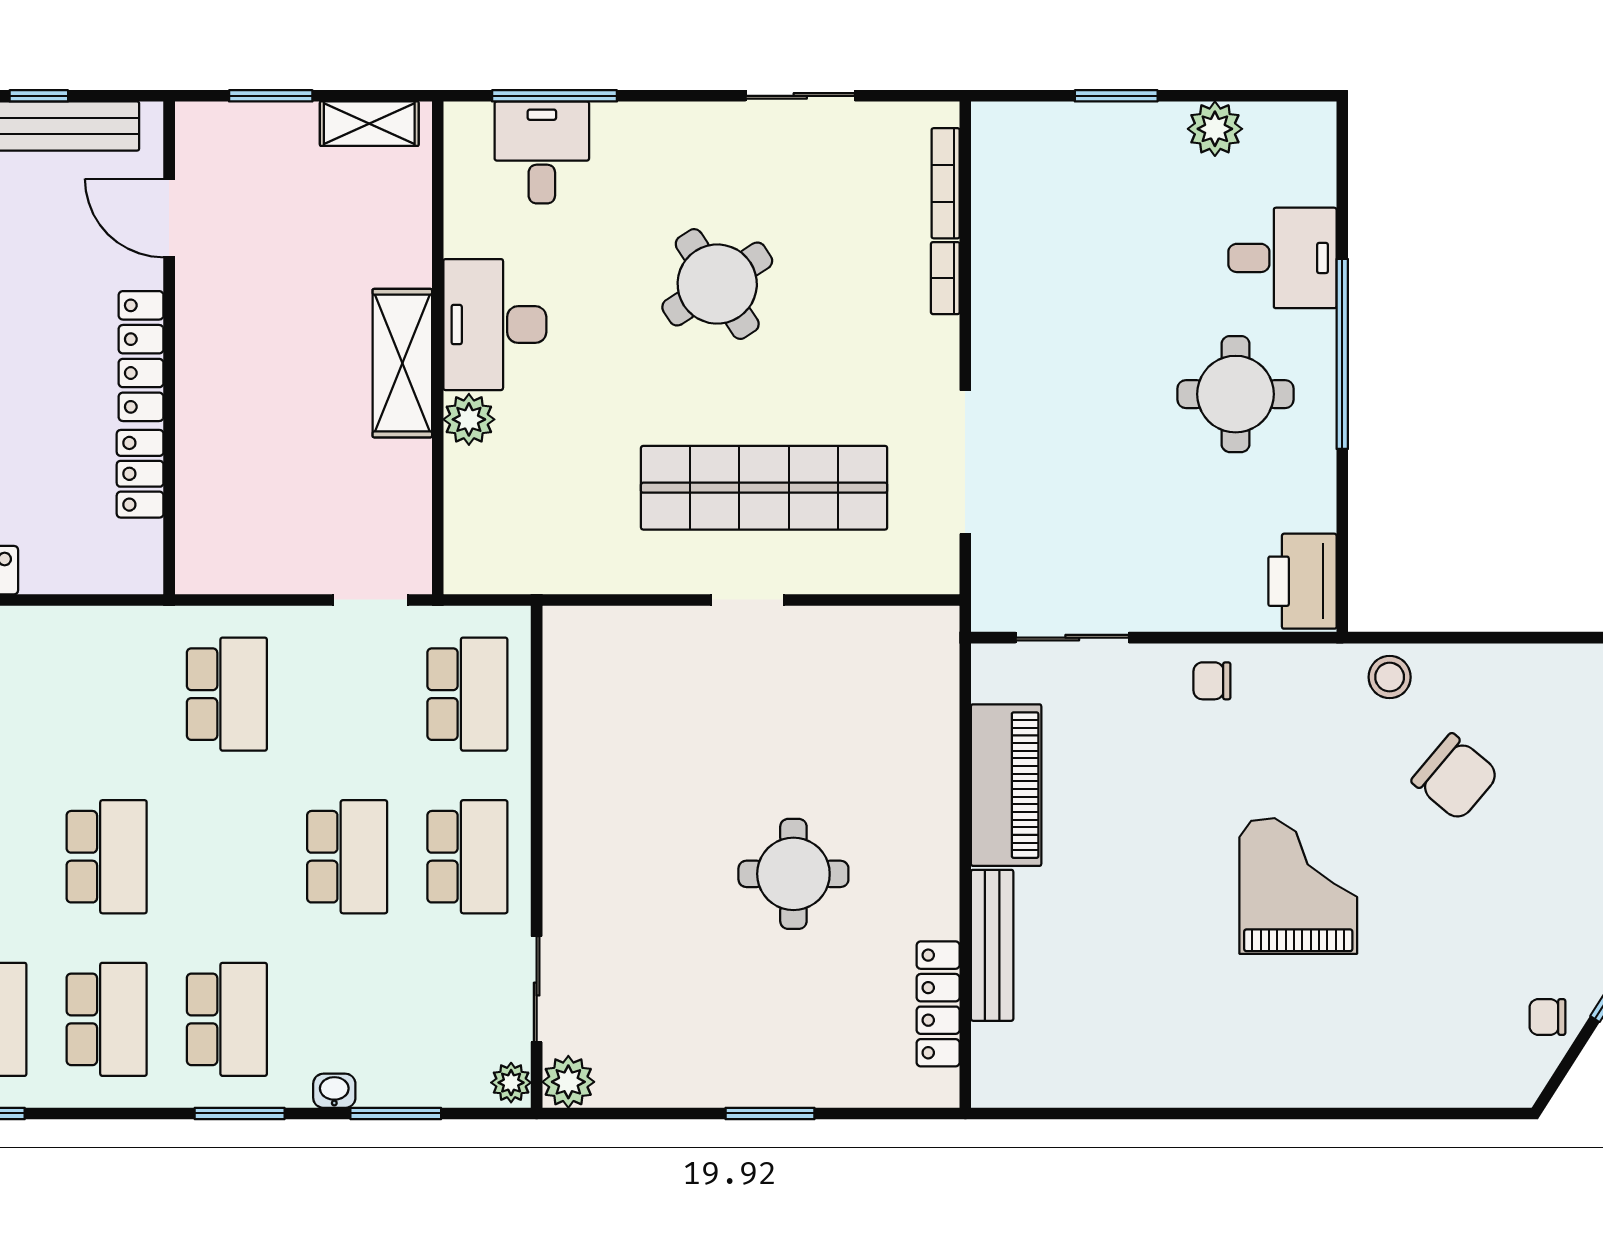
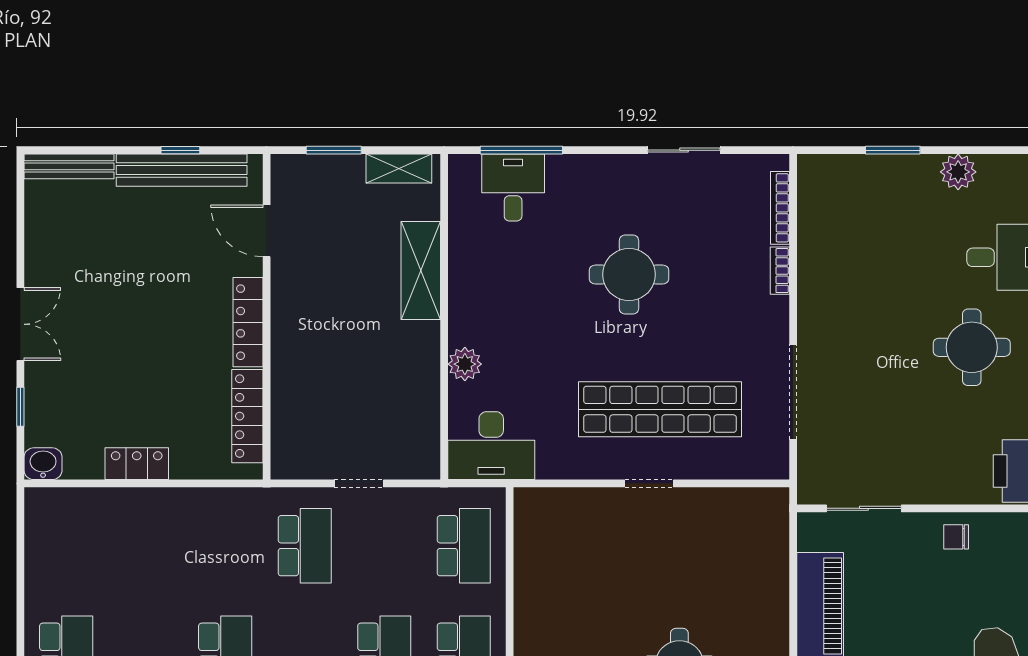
round table: (717, 284) -> (629, 275), turned 33
desk: (495, 325) -> (491, 446), moved, turned -90
shelving: (402, 363) -> (421, 271), moved
locker: (140, 474) -> (247, 416), width x1.53
doorway: (371, 600) -> (359, 483), moved

